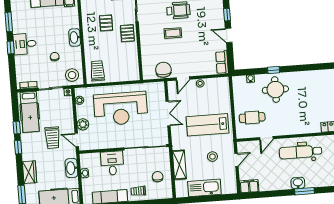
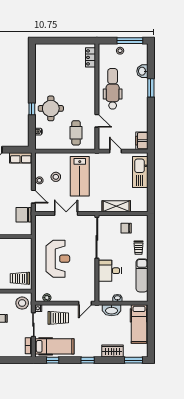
reception desk: (121, 109) -> (58, 259), width x0.74, depth x0.77
plant: (83, 124) -> (70, 296), removed
window: (17, 128) -> (53, 360), moved
trolley: (52, 138) -> (58, 318), moved
dental chair: (301, 152) -> (113, 89), turned 180
stool: (212, 157) -> (56, 177), moved
washbasin: (298, 183) -> (142, 71), moved
kitchen sink: (204, 188) -> (140, 172), moved

